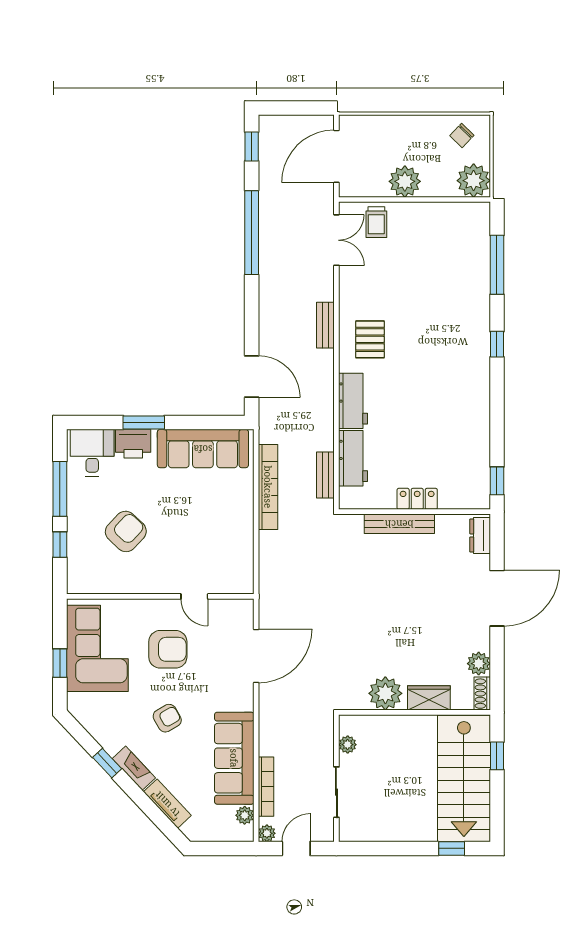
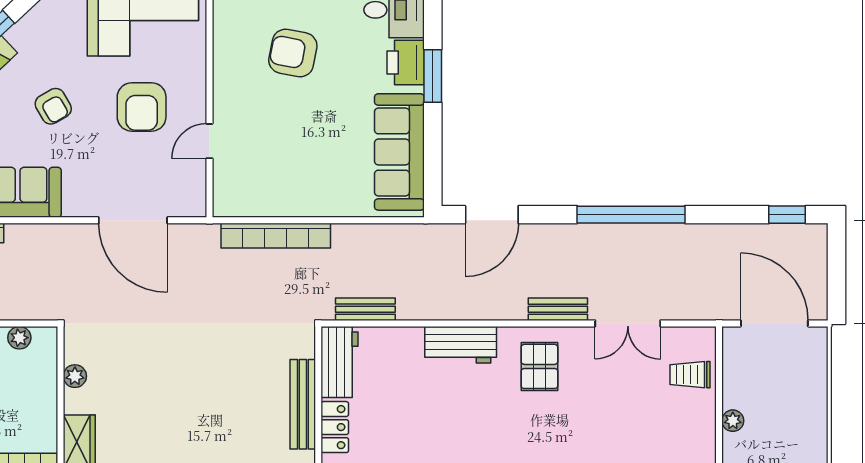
plant: (405, 181) -> (733, 421), width x0.53, depth x0.53
window: (252, 233) -> (631, 215), moved
double door: (336, 240) -> (628, 323), moved
pallet: (370, 339) -> (539, 366), turned 90
workbench: (353, 458) -> (340, 362), moved, turned -90
bookcase: (268, 487) -> (276, 236), moved
armchair: (126, 531) -> (293, 53), turned 148
plant: (385, 693) -> (75, 376), width x0.53, depth x0.53

